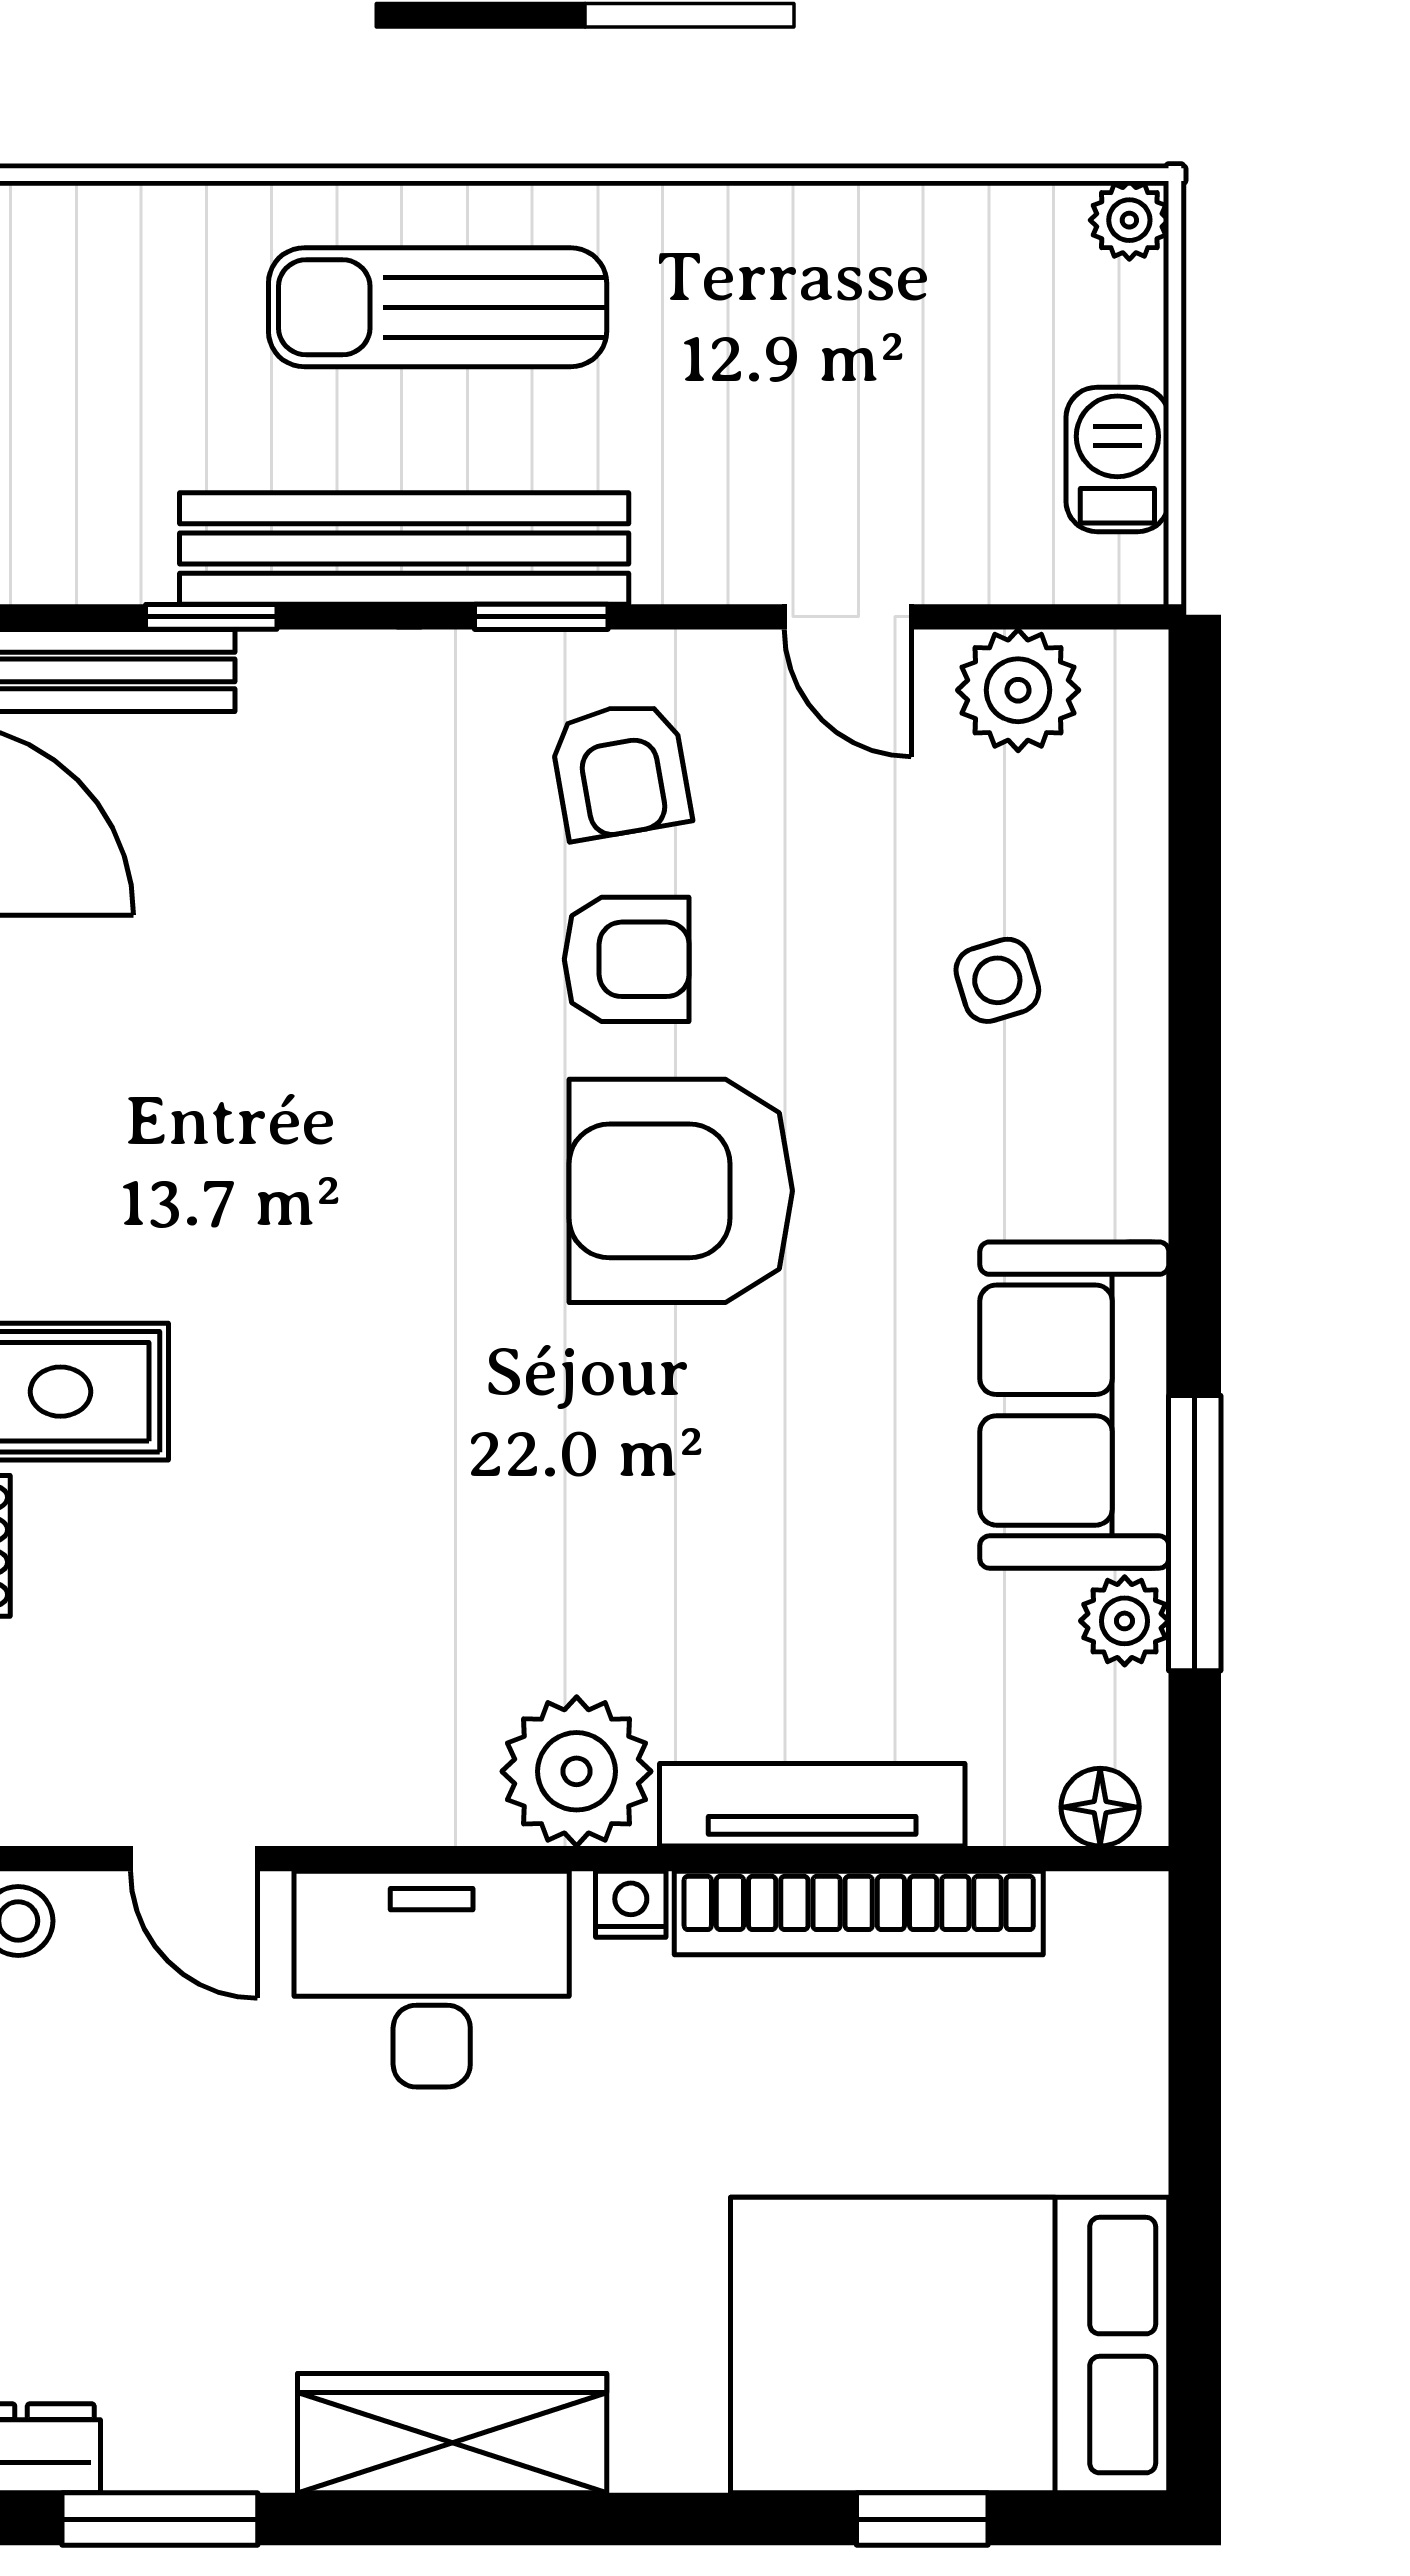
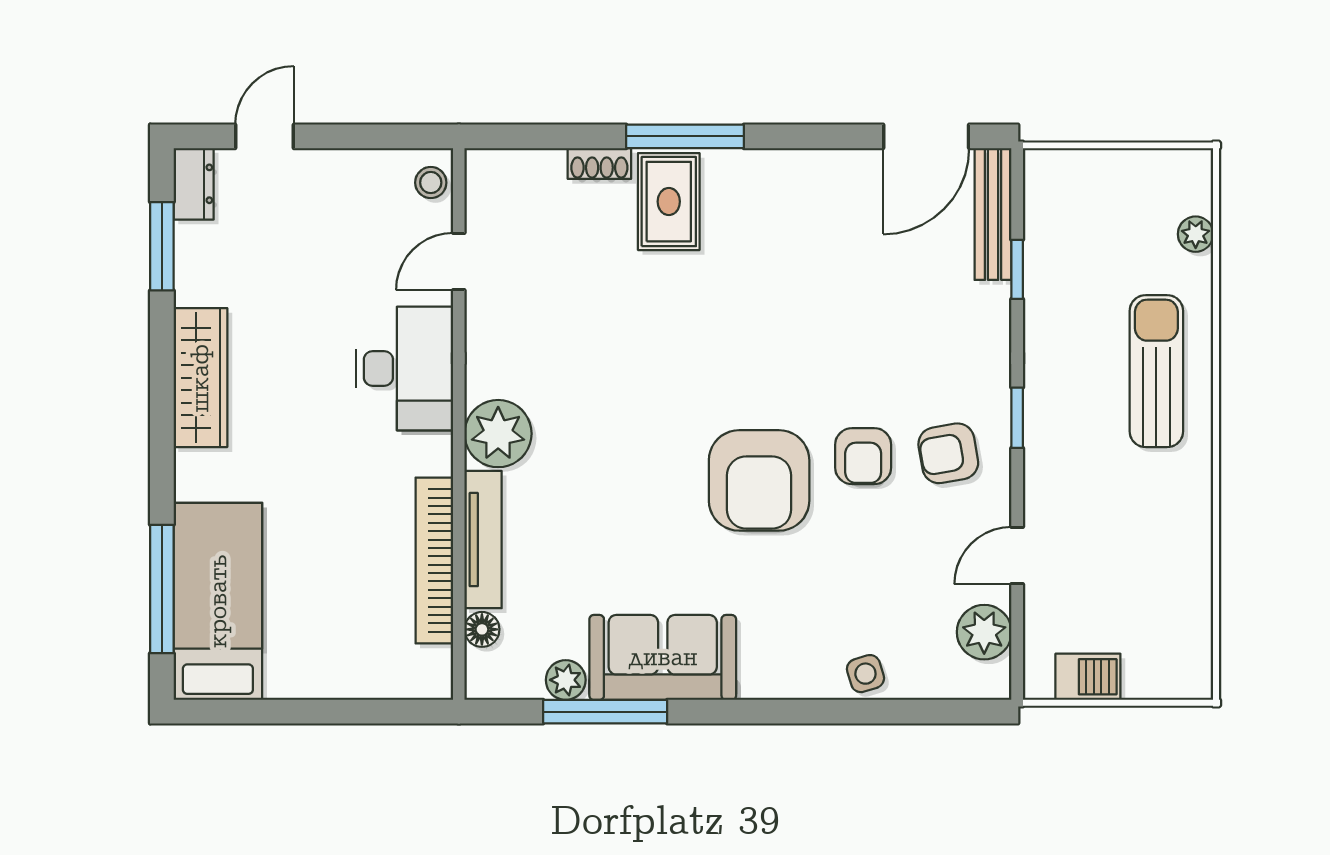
plant: (1129, 220) -> (1196, 234), moved
bench: (404, 549) -> (1048, 356), removed
side table: (997, 980) -> (865, 674), moved
armchair: (681, 1191) -> (759, 480), turned 180
floor lamp: (1100, 1807) -> (482, 629), moved
nightstand: (631, 1904) -> (438, 458), removed
bed: (950, 2345) -> (218, 601), width x0.67
window: (922, 2519) -> (162, 589), width x2.17

